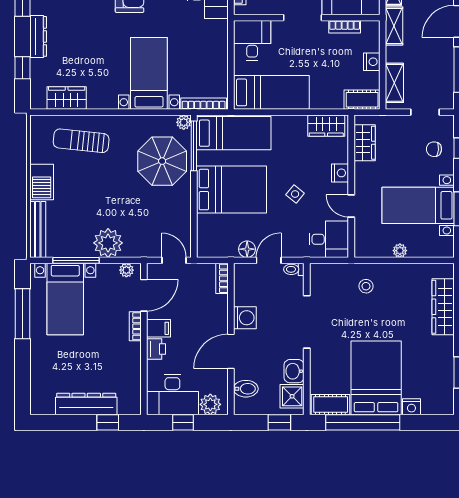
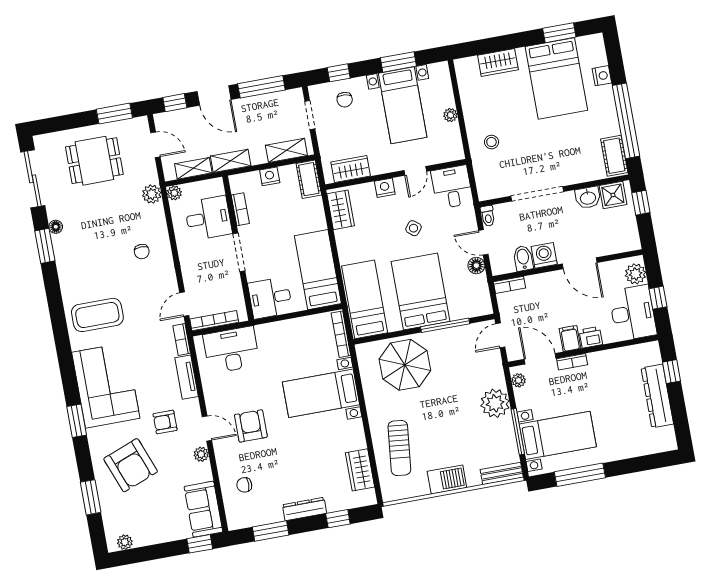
plant: (184, 122) -> (363, 350), removed
window: (194, 146) -> (445, 325), moved
bench: (38, 229) -> (502, 473), width x0.73
wardrobe: (443, 307) -> (498, 62), width x0.67
bed: (376, 378) -> (556, 78), moved, turned -90
bidet: (246, 389) -> (523, 258), moved

